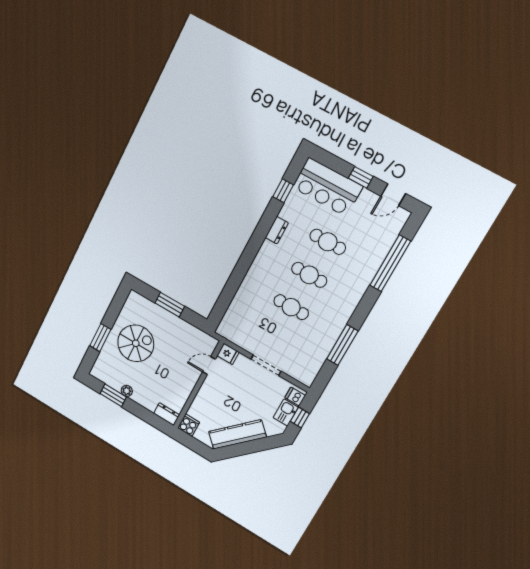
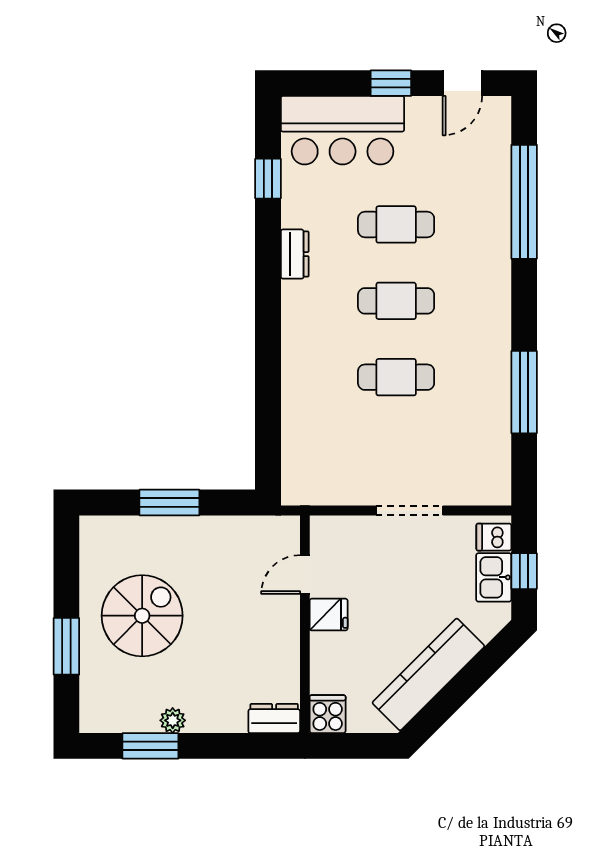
fridge: (228, 354) -> (329, 615), moved

